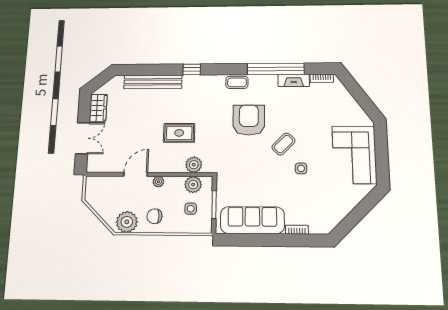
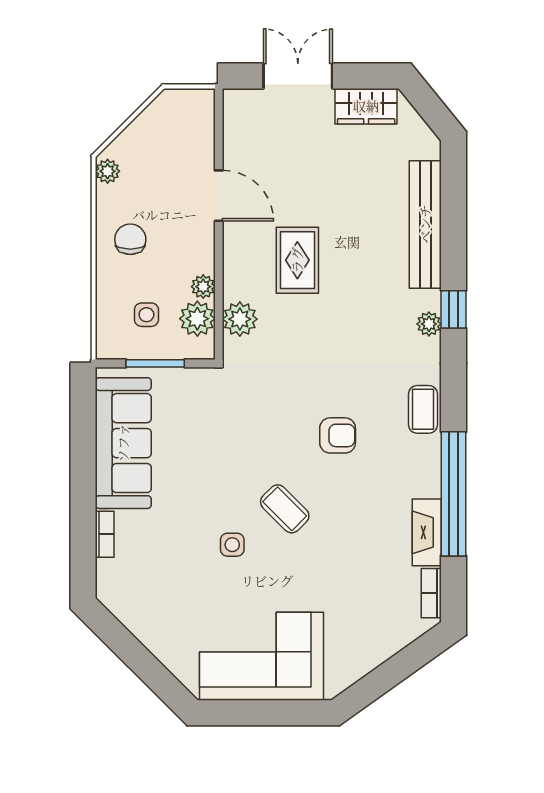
plant: (198, 80) -> (429, 324), added
armchair: (249, 120) -> (338, 435), width x0.53, depth x0.53
rug: (179, 133) -> (297, 260), moved
double door: (83, 138) -> (298, 76), swing flipped
plant: (158, 182) -> (203, 287), moved
plant: (127, 222) -> (108, 171), width x0.53, depth x0.53

